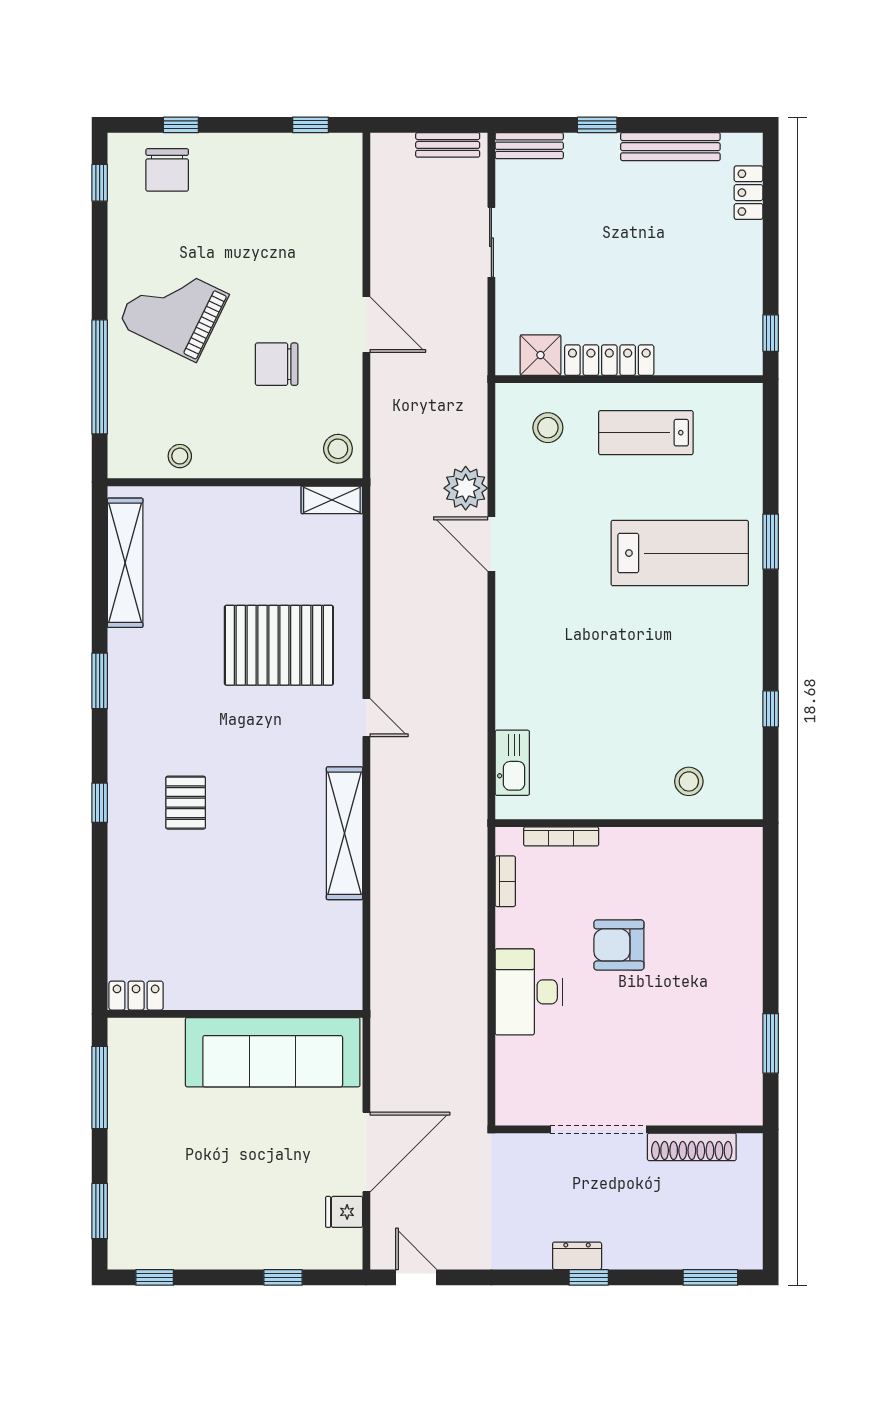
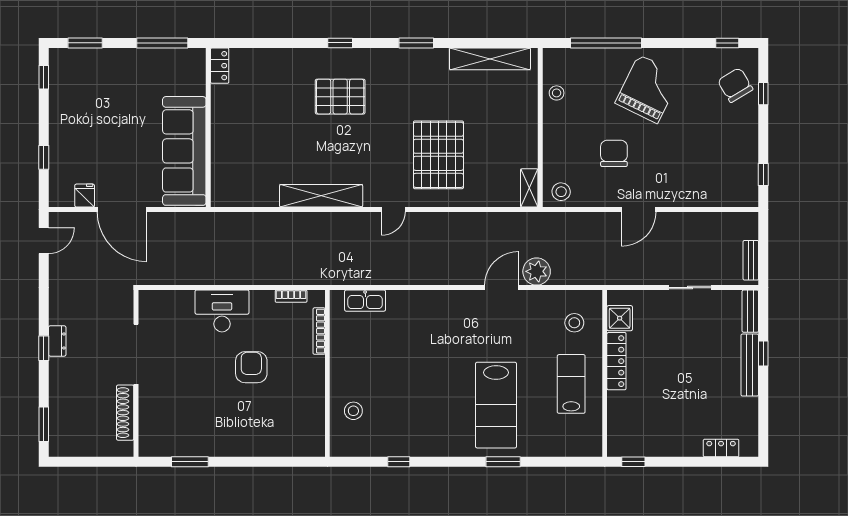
bench: (670, 147) -> (750, 365), moved
chair: (167, 170) -> (735, 85), turned 59
pallet: (186, 803) -> (340, 97), width x1.50, depth x1.42

